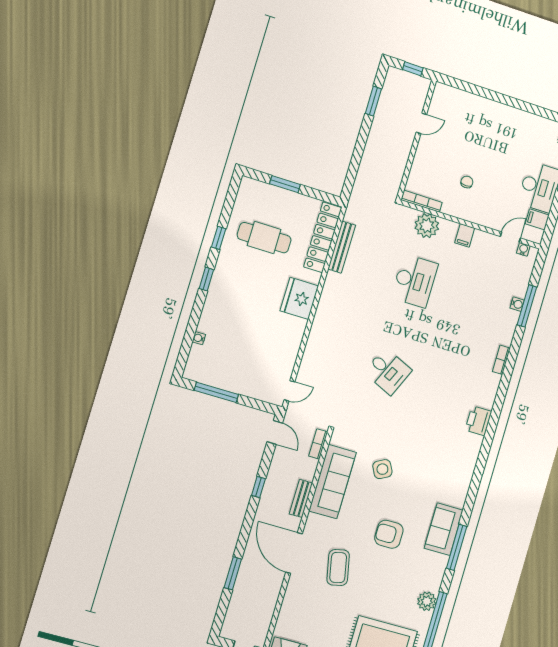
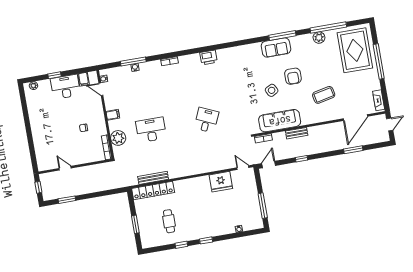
cafe table: (264, 238) -> (169, 221), width x0.73, depth x0.74
fridge: (299, 298) -> (221, 182), moved
side table: (382, 469) -> (272, 90), moved
door: (294, 553) -> (355, 118), moved

